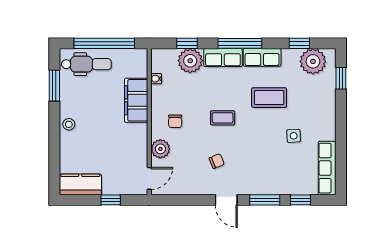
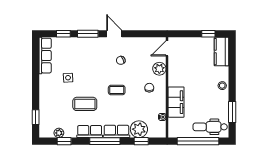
plant: (313, 61) -> (59, 133), width x0.53, depth x0.53
kitchen counter: (80, 184) -> (222, 52), moved, turned 90
window: (111, 200) -> (208, 34), moved

